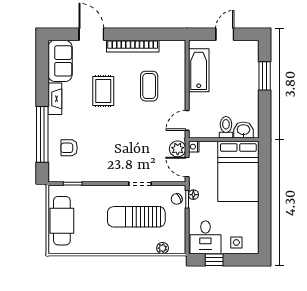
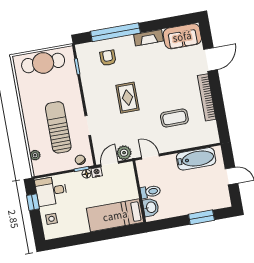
rug: (103, 91) -> (127, 98), moved, turned 90
nightstand: (194, 147) -> (97, 172), moved
bed: (238, 171) -> (115, 215), width x0.67

